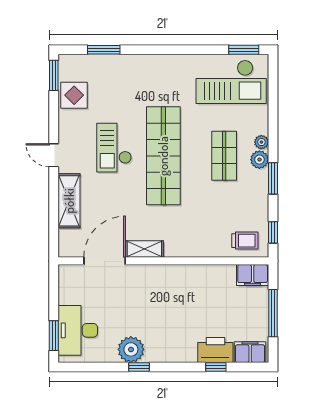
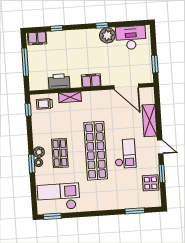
window: (54, 75) -> (162, 173), moved
window: (273, 178) -> (32, 164), moved
shelving: (144, 249) -> (70, 97), moved
door: (105, 261) -> (126, 87), hinge flipped
filing cabinet: (253, 275) -> (91, 80), moved
desk: (78, 330) -> (131, 38), moved, turned -90
window: (54, 336) -> (155, 64), moved
printer: (215, 350) -> (59, 81), moved, turned 180

